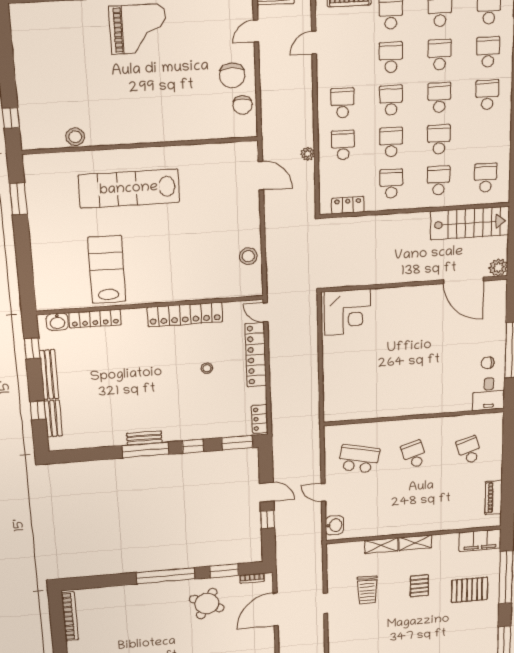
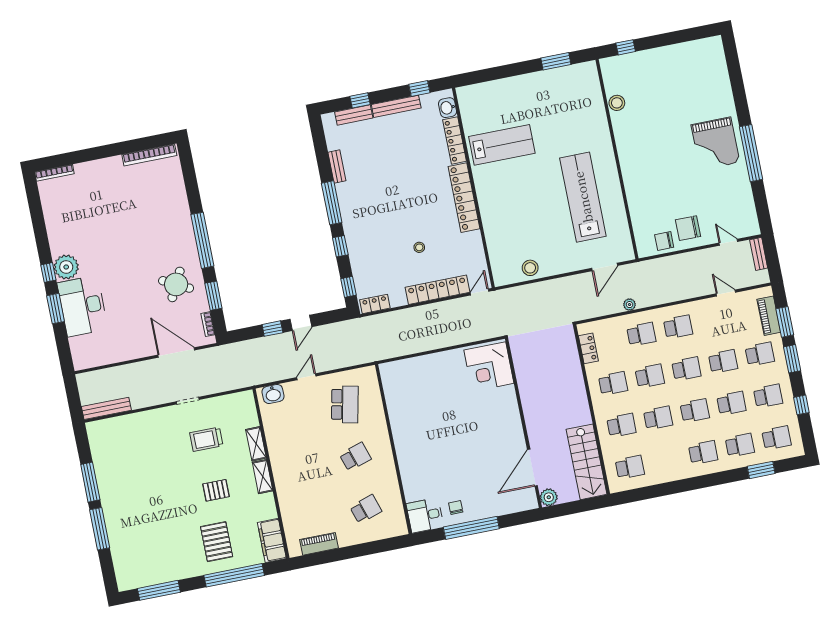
lab bench: (129, 189) -> (583, 197), moved
locker: (185, 314) -> (464, 198), moved
bench: (144, 438) -> (337, 166), moved
window: (237, 443) -> (348, 287), width x0.67

